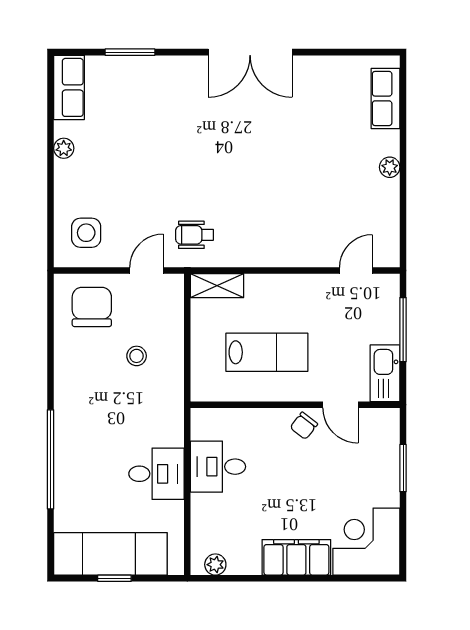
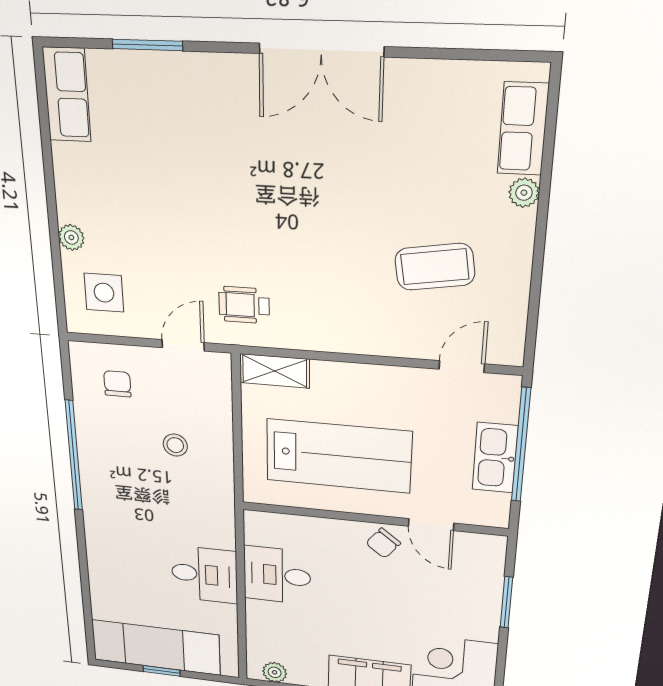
plant: (64, 148) -> (71, 237), moved
plant: (390, 167) -> (524, 193), moved
coffee table: (333, 197) -> (435, 267), added
chair: (92, 307) -> (117, 384), width x0.54, depth x0.54
window: (403, 330) -> (521, 445), width x1.46
lab bench: (267, 352) -> (338, 456), width x1.36, depth x1.39
kitchen sink: (385, 373) -> (495, 458), moved
window: (50, 459) -> (74, 456), moved

